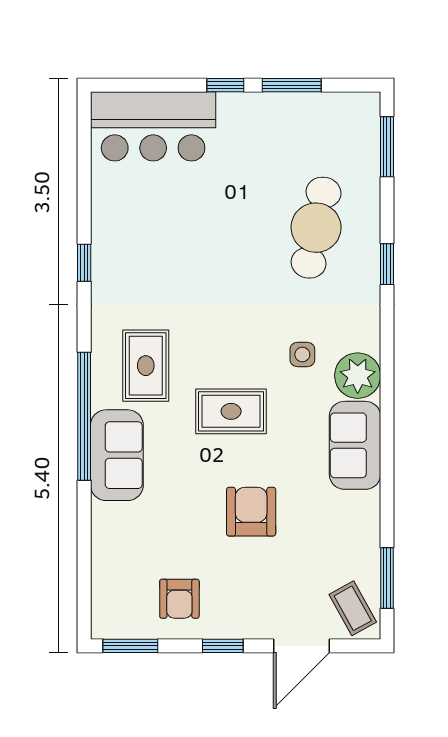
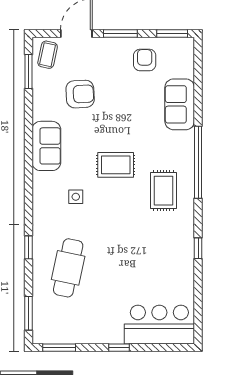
window: (292, 85) -> (59, 348), moved
plant: (358, 376) -> (45, 185), removed
sofa: (117, 455) -> (180, 104), moved
armchair: (251, 512) -> (80, 94), moved, turned -93
coffee table: (353, 608) -> (48, 55), turned 41
window: (223, 646) -> (120, 34), width x1.50

